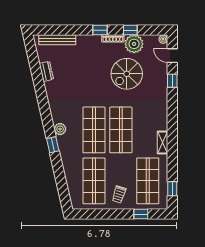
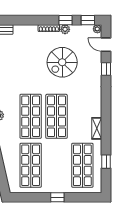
window: (100, 30) -> (88, 20), moved
plant: (134, 44) -> (65, 29), width x0.53, depth x0.53
window: (172, 189) -> (106, 162), moved
trolley: (119, 194) -> (55, 178), removed
window: (141, 214) -> (57, 197), moved

